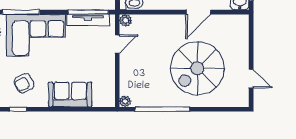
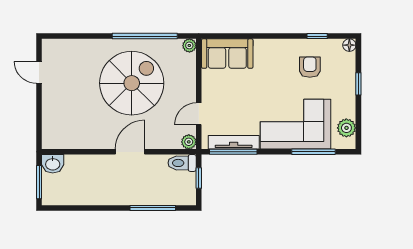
door: (198, 12) -> (130, 152), moved
spiral stairs: (197, 68) -> (132, 83), moved
armchair: (24, 83) -> (310, 67), turned -63
sofa: (70, 95) -> (227, 54), moved

